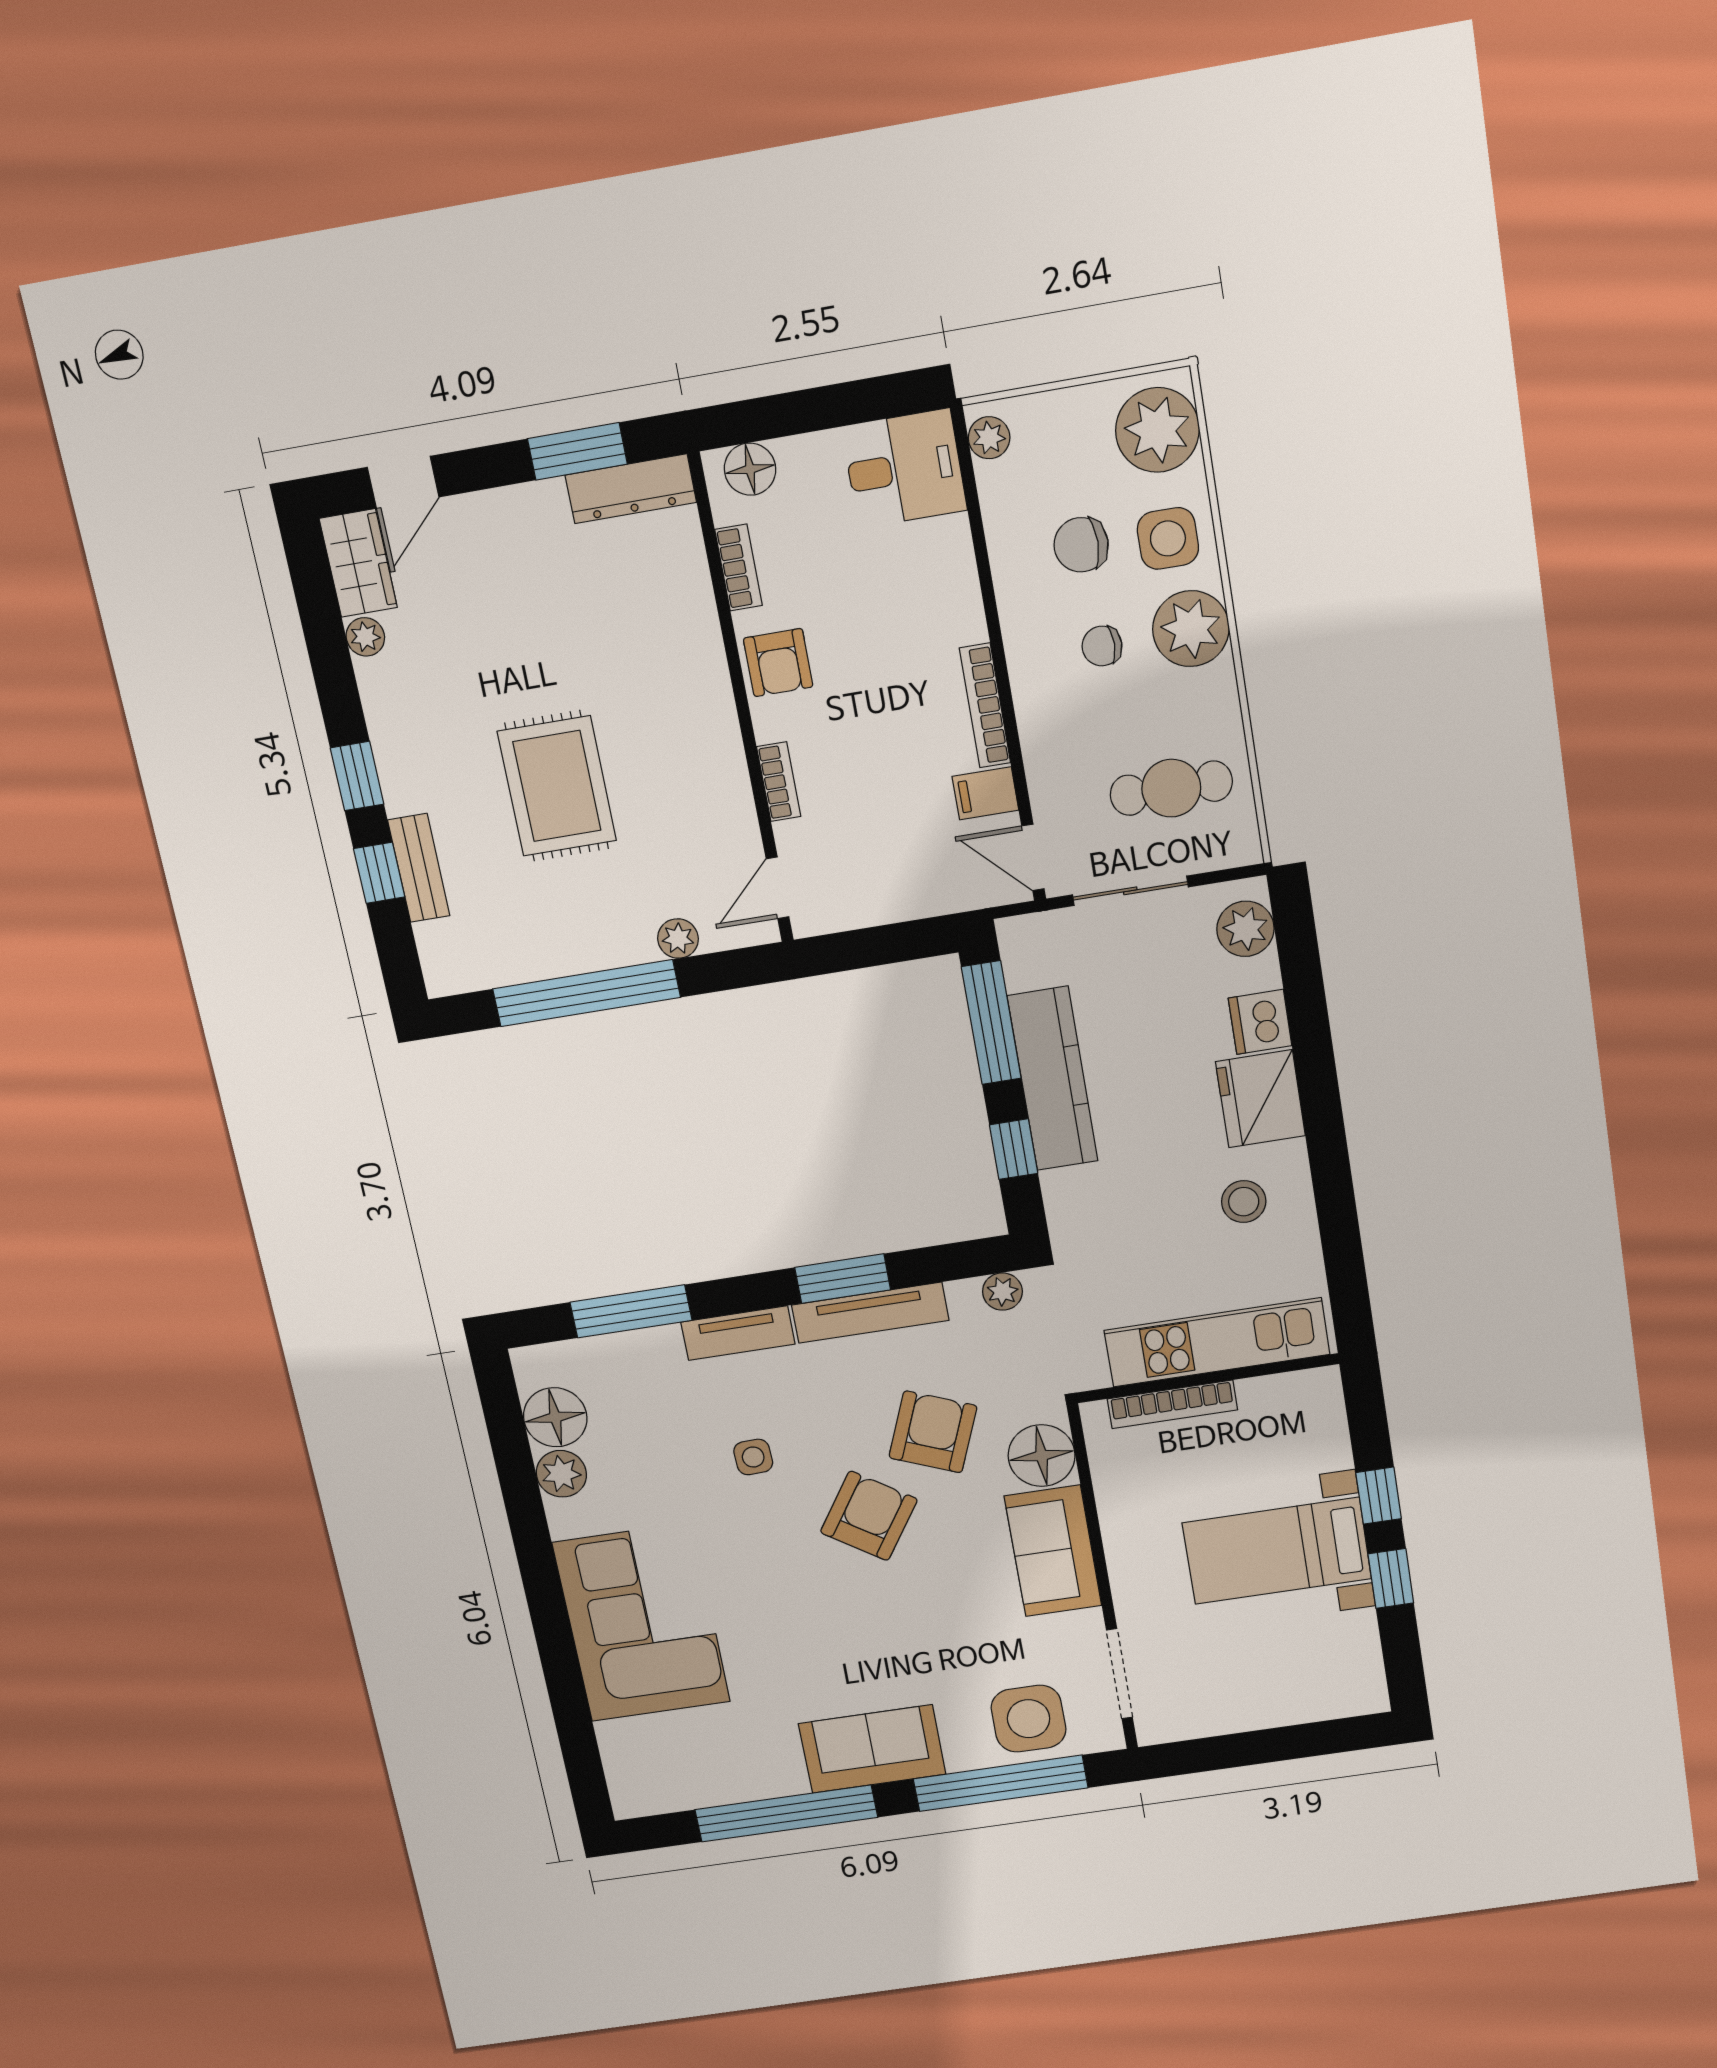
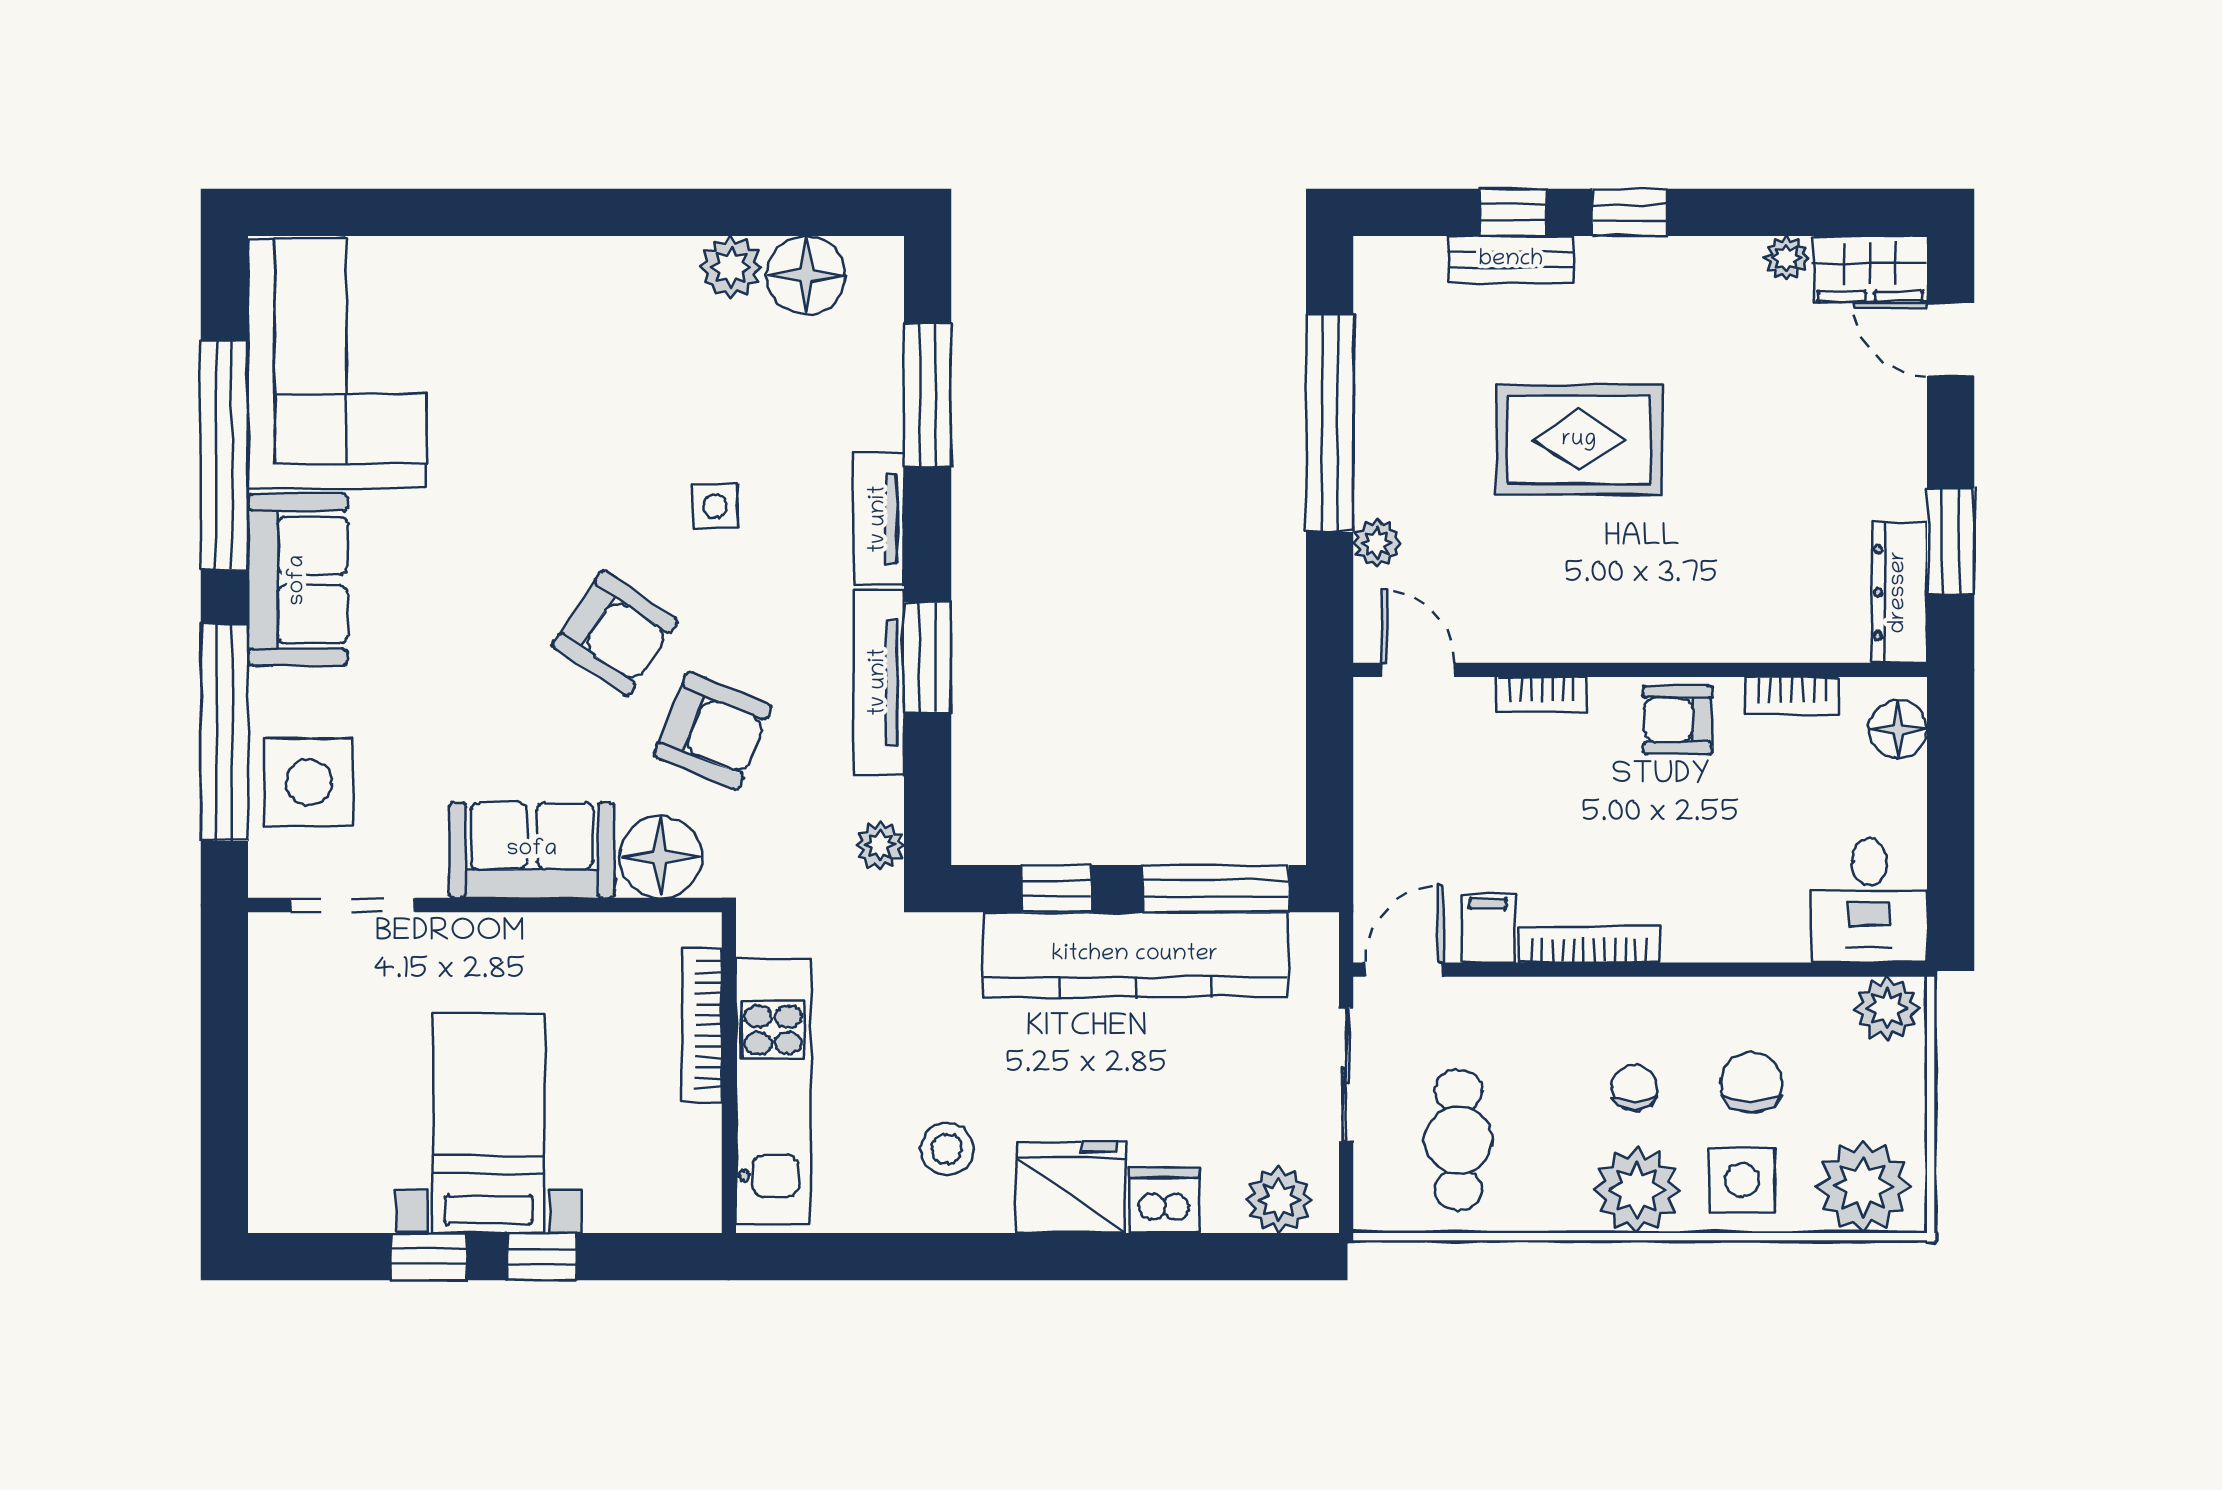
plant: (989, 438) -> (1887, 1009), width x1.38, depth x1.38
kitchen counter: (1053, 1079) -> (1135, 955), width x1.39, depth x1.17
corner sofa: (641, 1622) -> (337, 364), moved, turned -90

